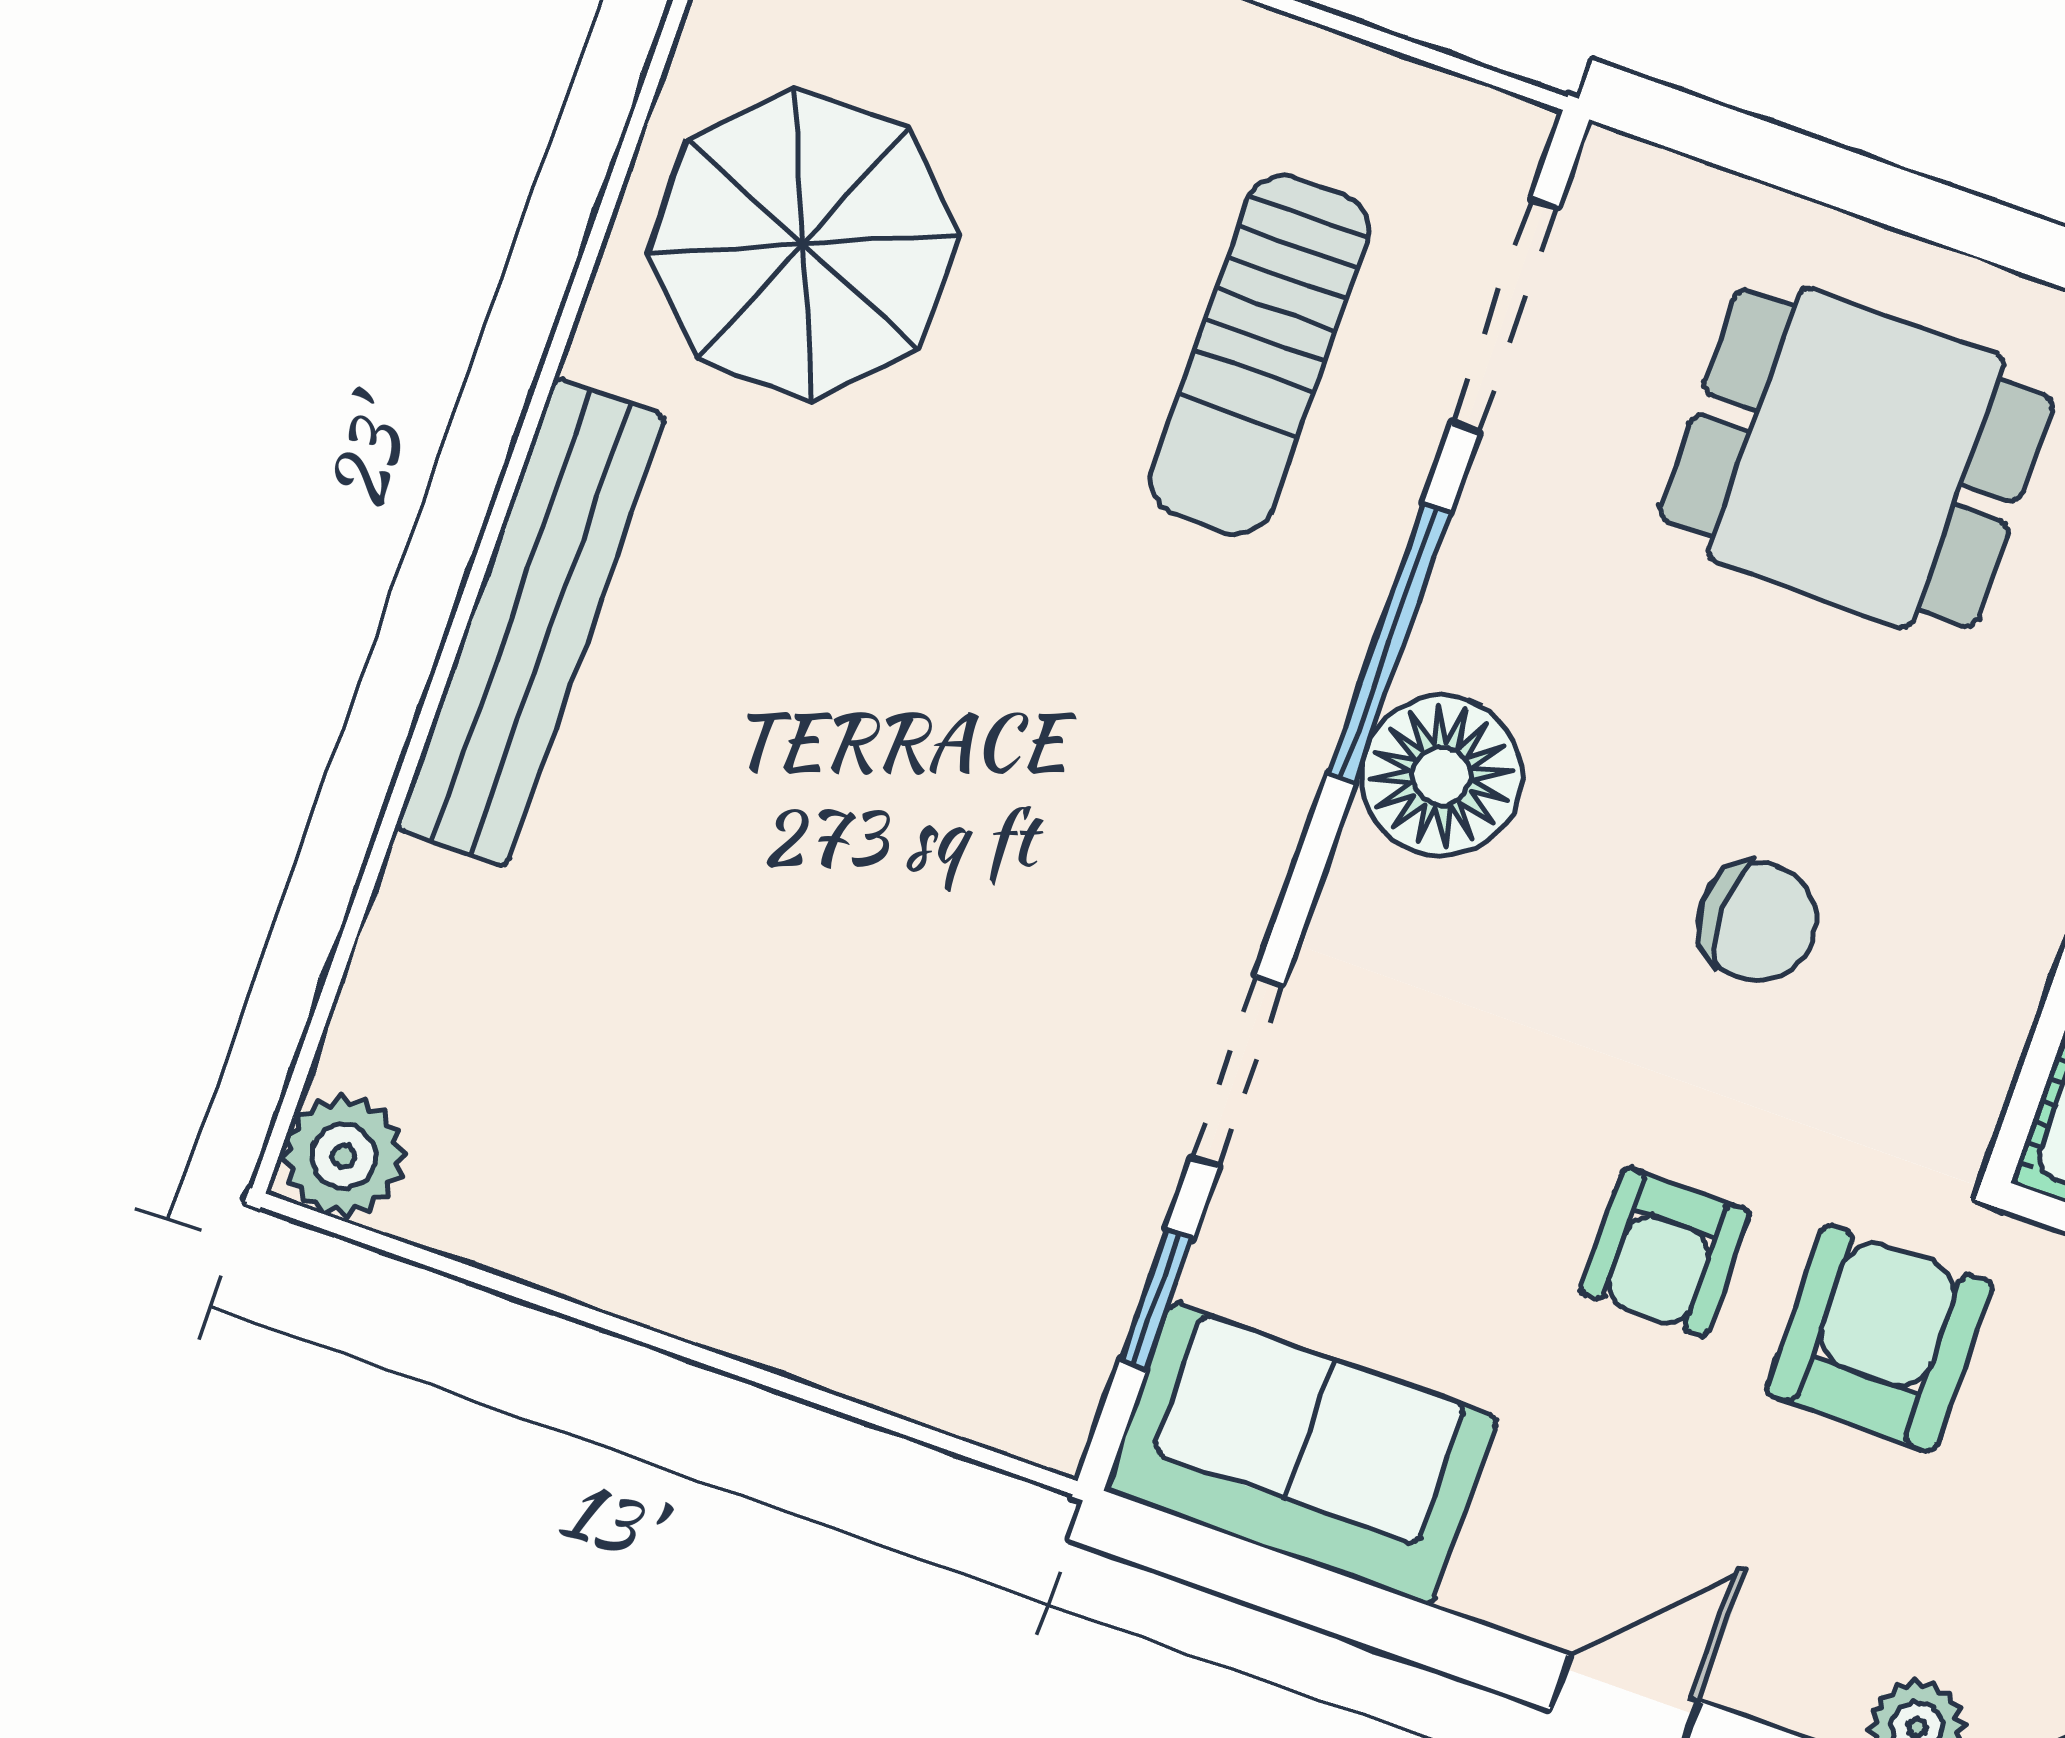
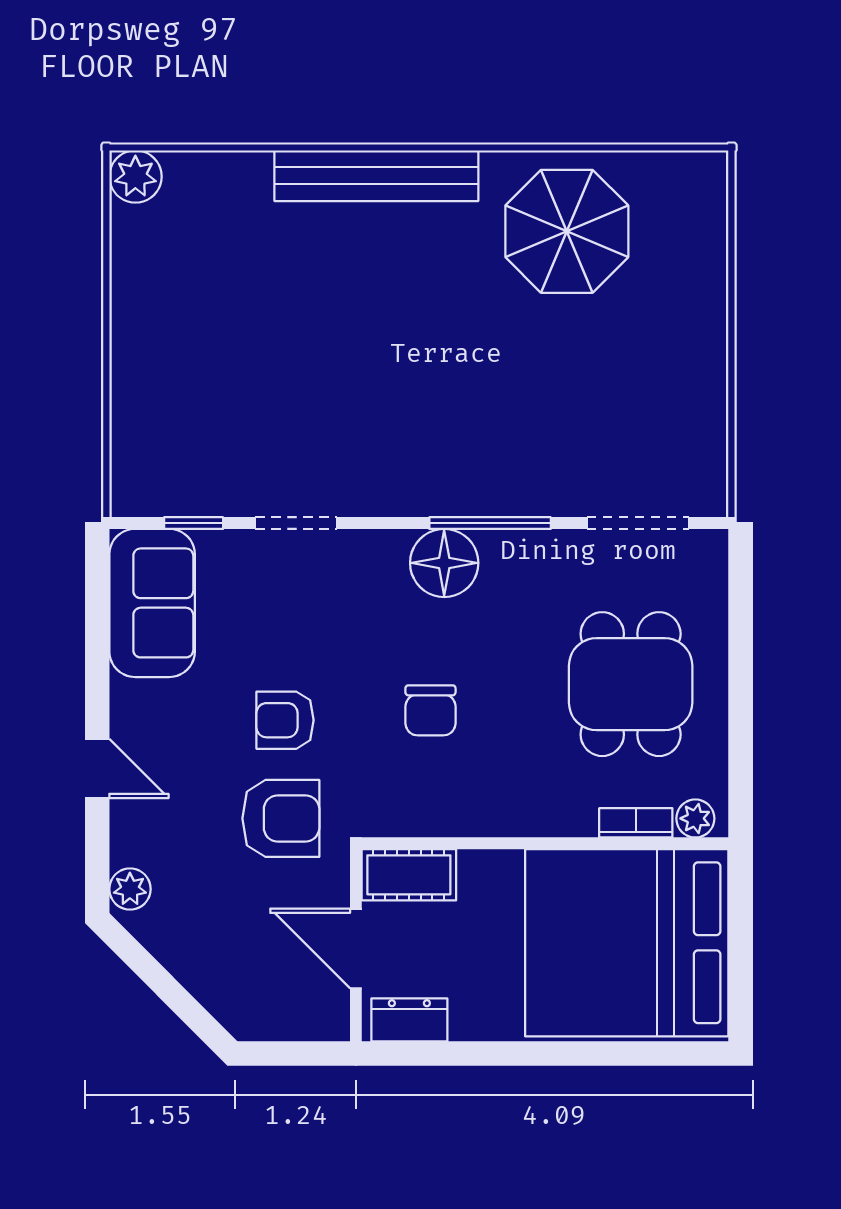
sun lounger: (1260, 355) -> (587, 430), removed

